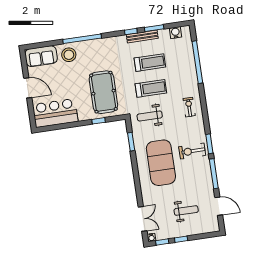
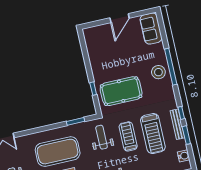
stool: (69, 55) -> (158, 72), moved
treadmill: (150, 63) -> (153, 134), width x1.37, depth x1.38
treadmill: (151, 88) -> (128, 136), turned 180
bar counter: (55, 113) -> (97, 46), removed

